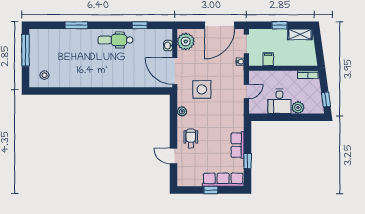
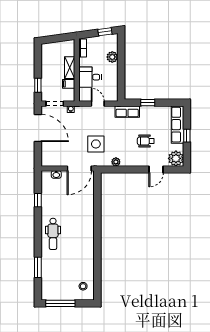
window: (76, 25) -> (38, 267), moved
window: (280, 25) -> (38, 85), moved
shelving: (300, 34) -> (70, 68), moved
dental chair: (115, 40) -> (53, 234), moved
plant: (186, 41) -> (176, 158), moved
desk: (279, 101) -> (90, 77), moved, turned 180
wheelchair: (191, 138) -> (146, 141), moved
row of seats: (238, 145) -> (127, 112), moved
window: (248, 161) -> (148, 103), moved

